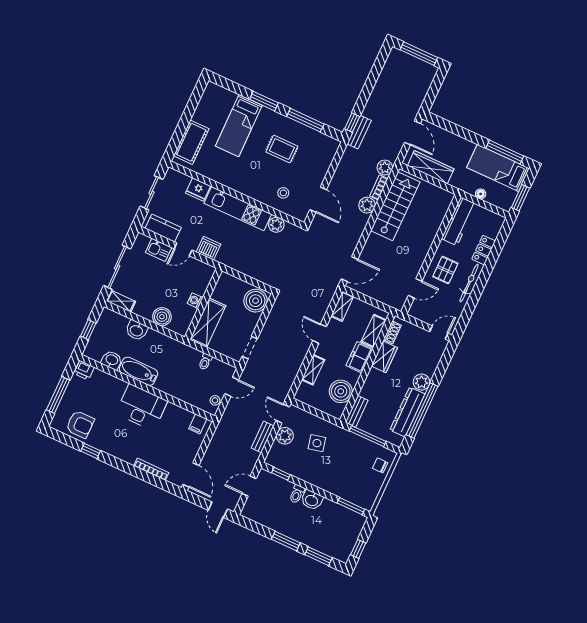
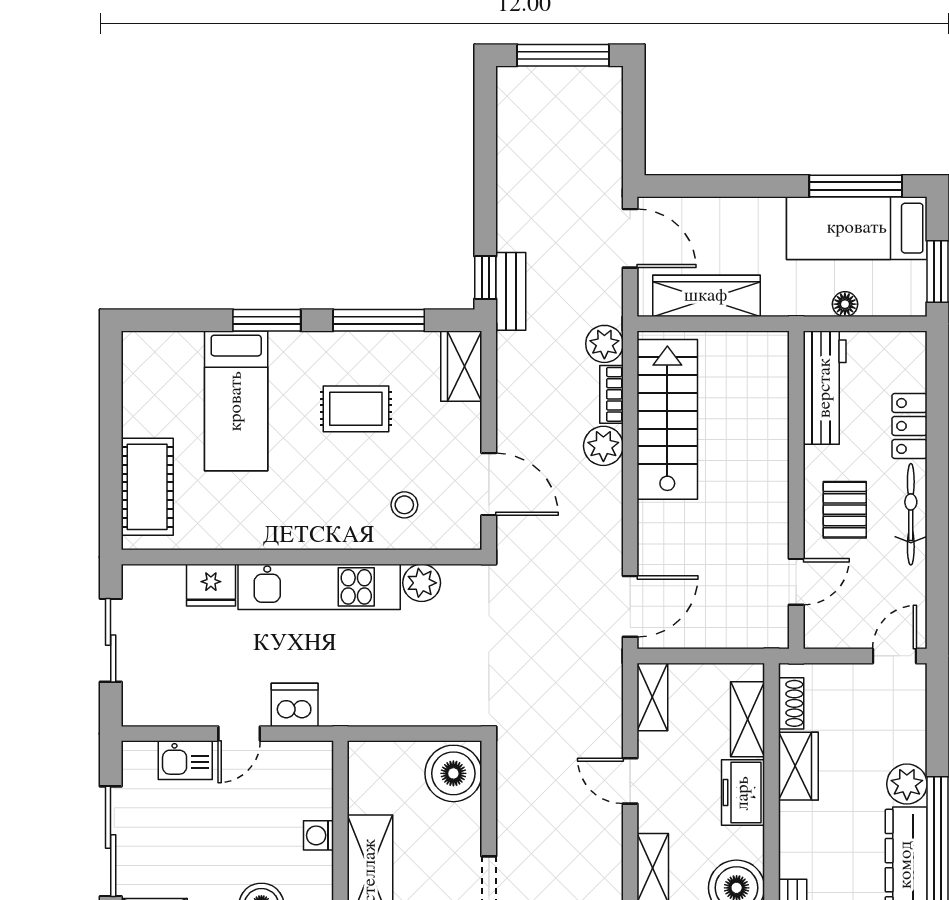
wardrobe: (328, 151) -> (461, 366), added
kitchen counter: (163, 228) -> (173, 707), removed

